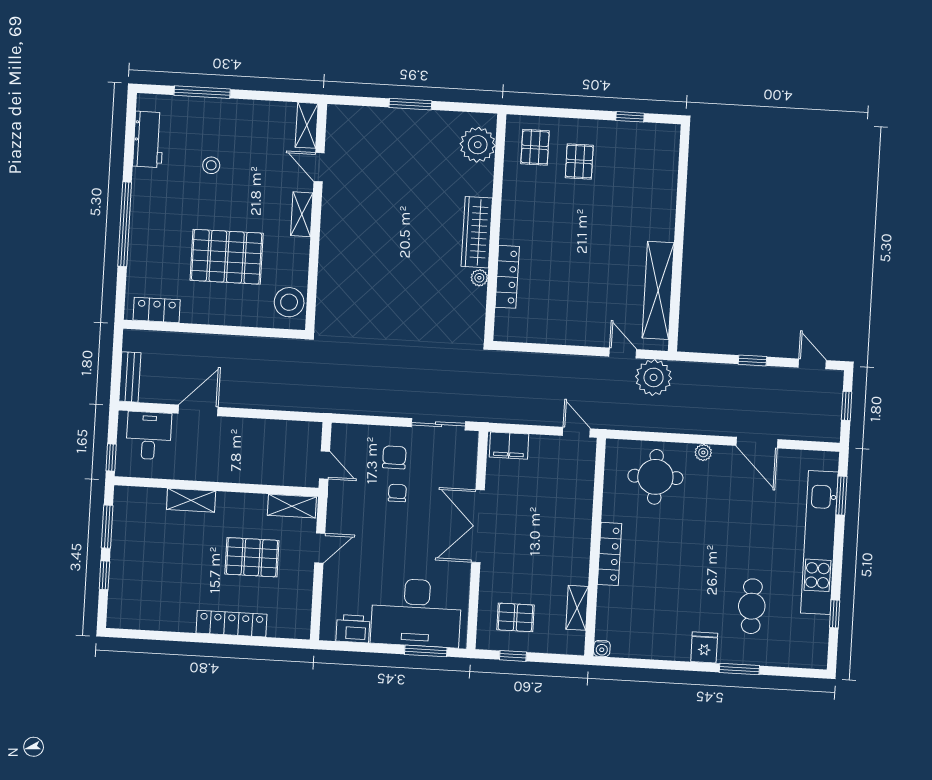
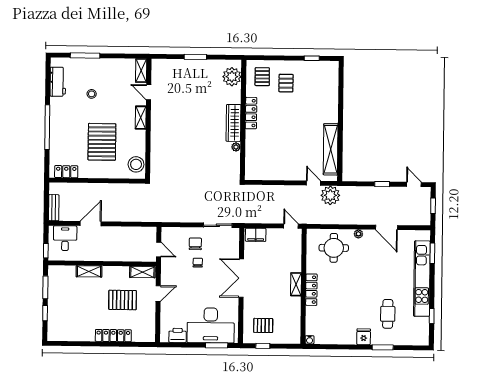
pallet: (227, 257) -> (102, 142), turned 90
locker: (507, 277) -> (251, 113), moved
shelving: (577, 608) -> (296, 284), moved

